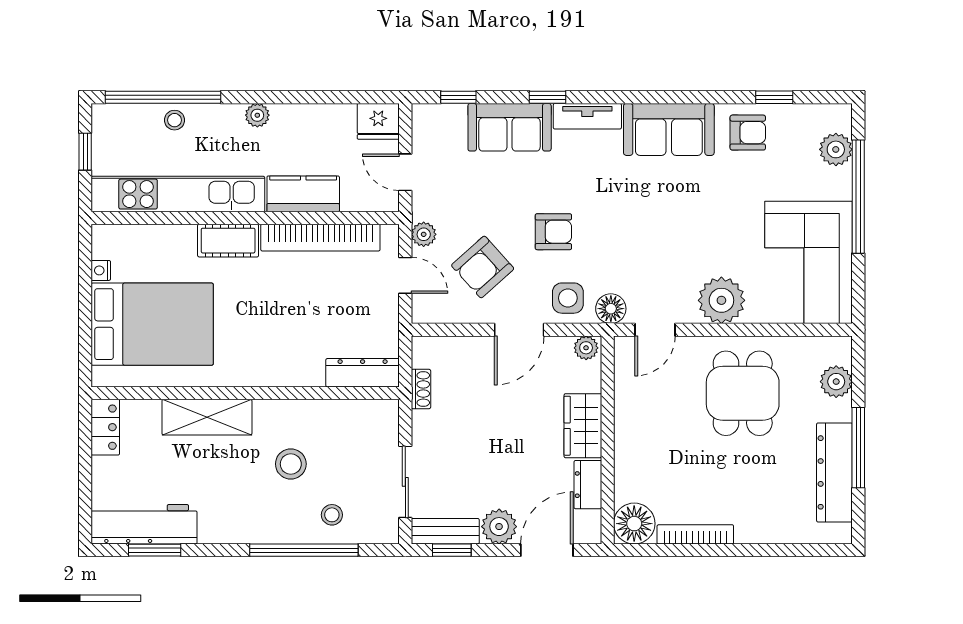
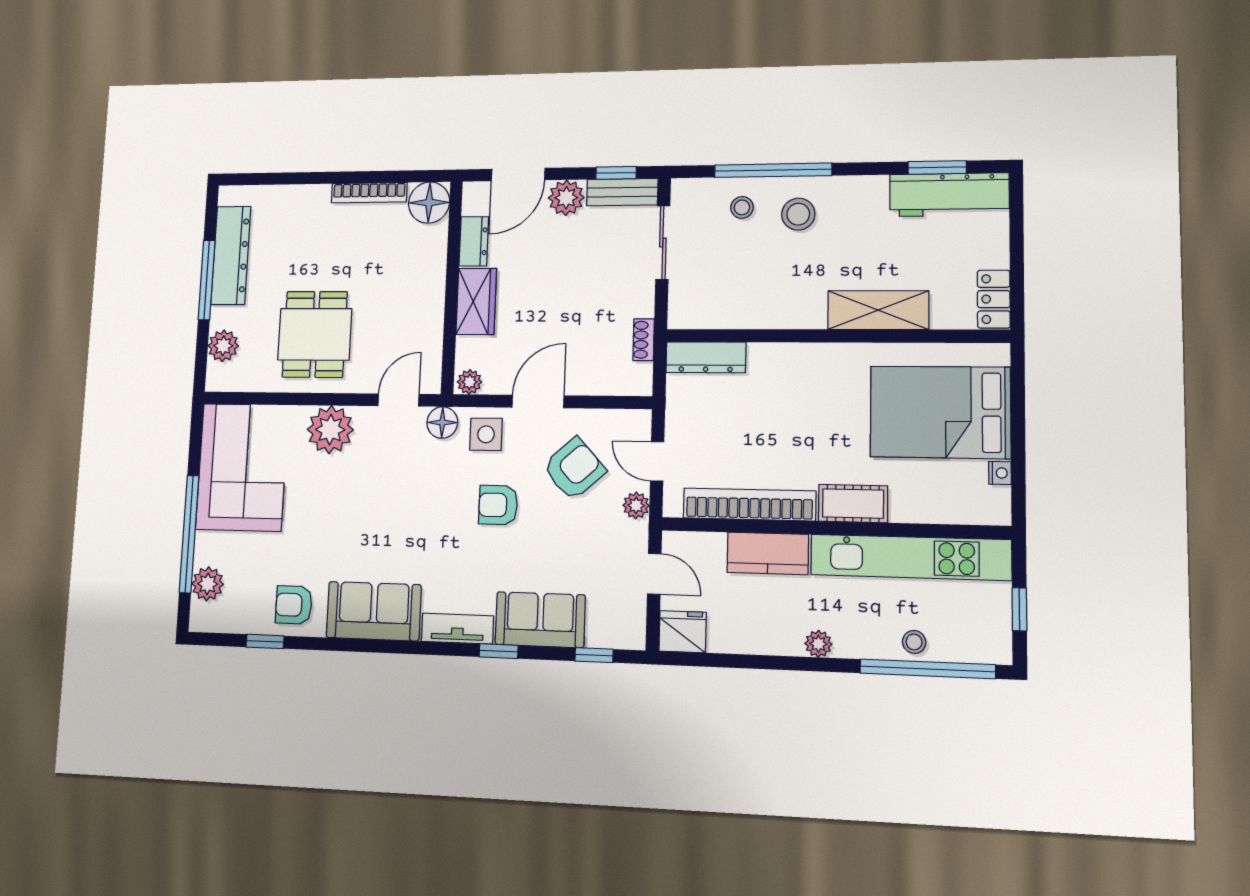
stool: (291, 464) -> (798, 214), moved

